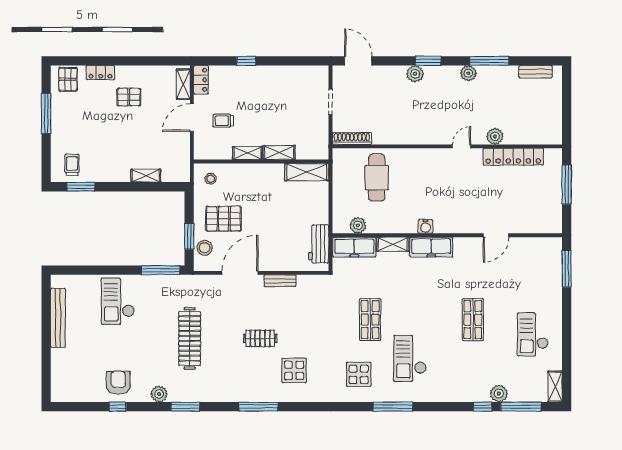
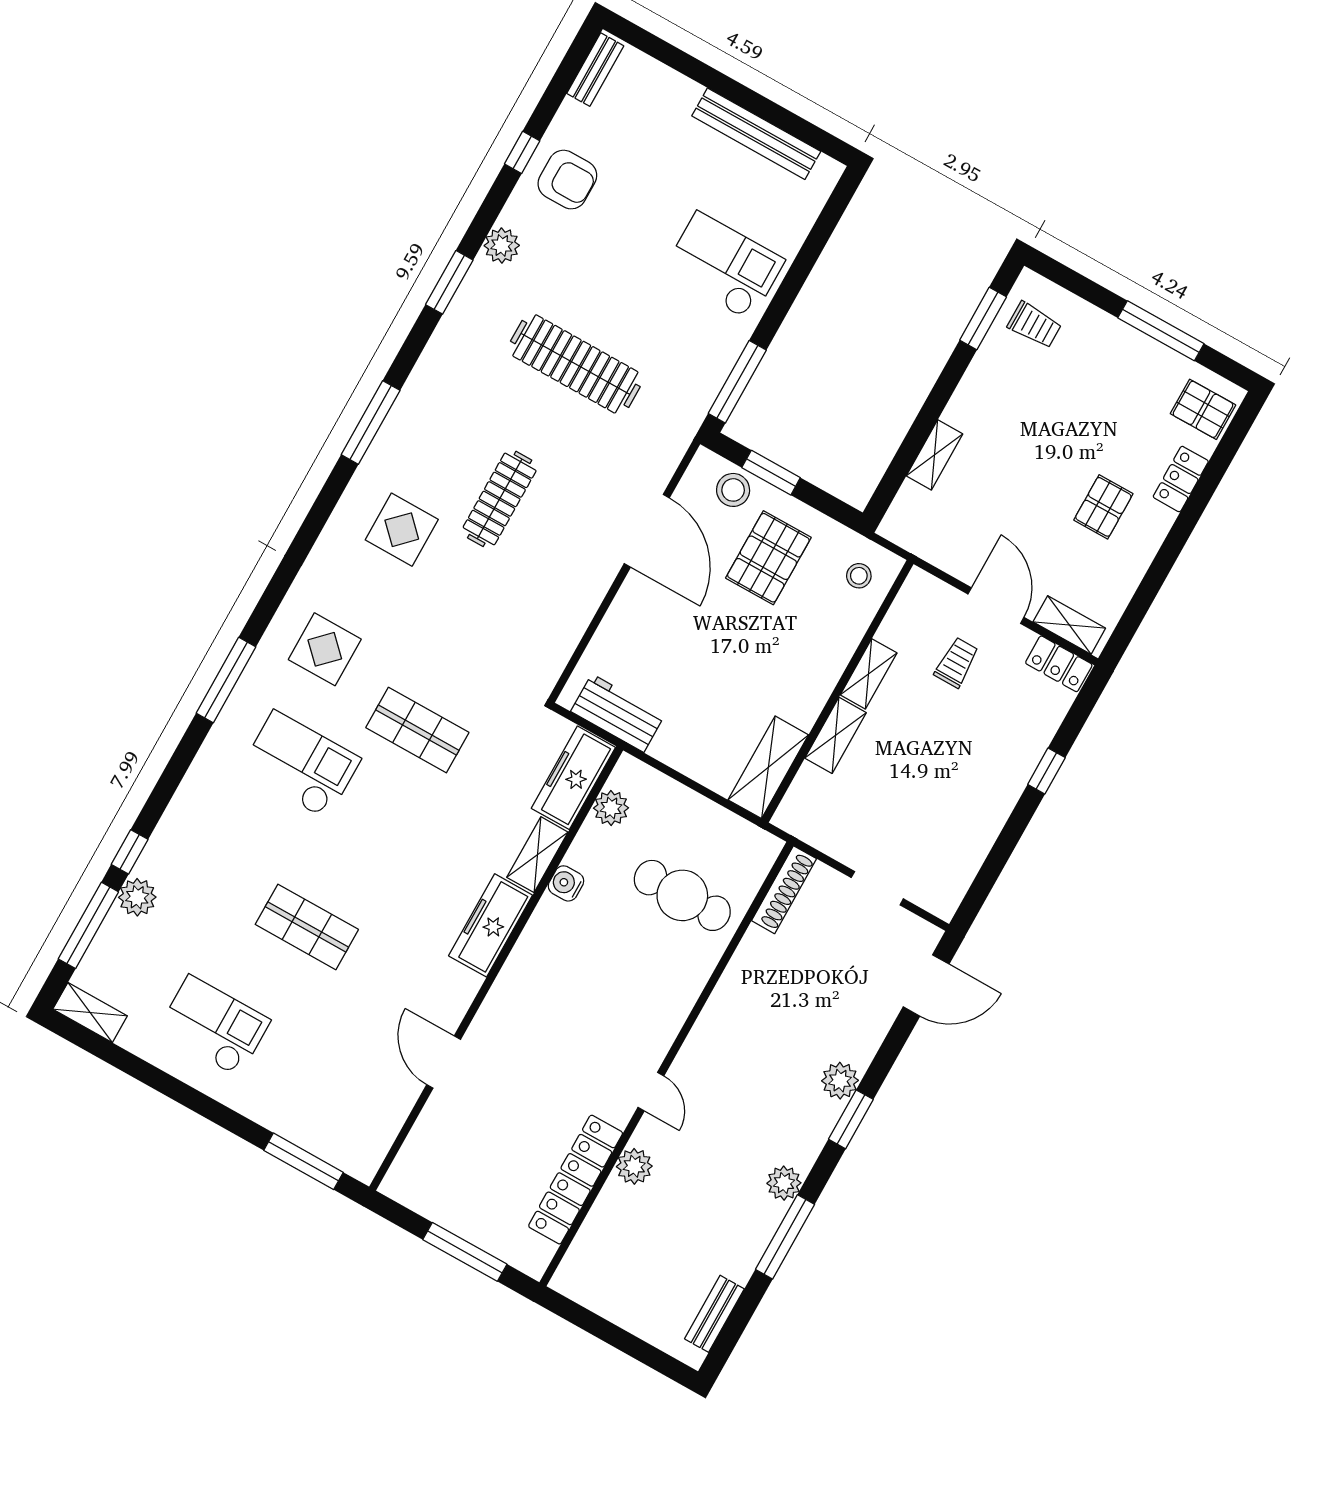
water cooler: (425, 226) -> (566, 883), moved
bench: (280, 281) -> (595, 70), moved
clothes rail: (260, 338) -> (500, 499), width x1.36

